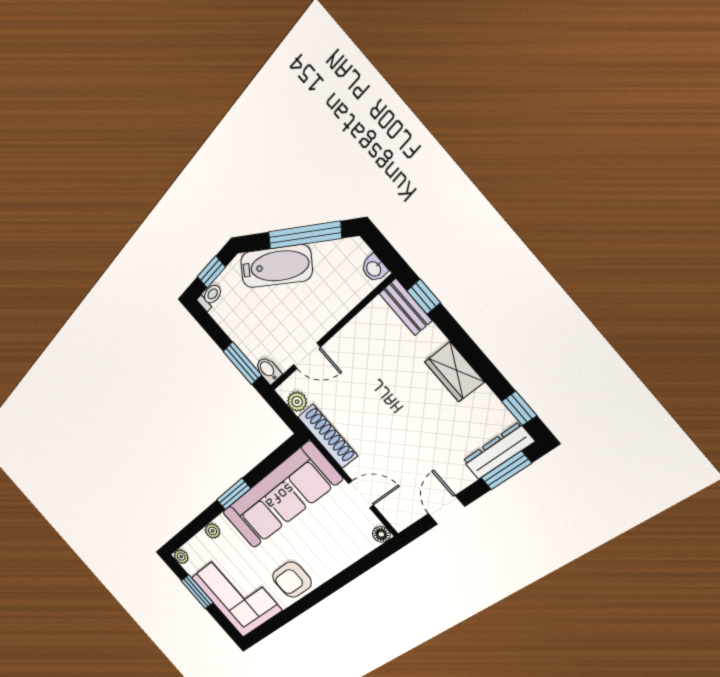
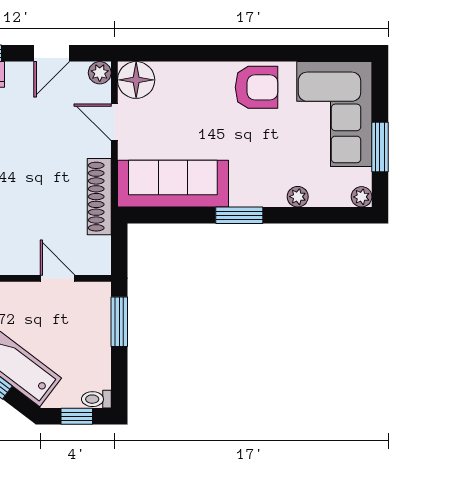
bidet: (268, 370) -> (101, 296), removed
plant: (297, 402) -> (100, 73), moved
sofa: (280, 496) -> (173, 184), width x0.74, depth x0.79
floor lamp: (381, 534) -> (136, 80), width x1.89, depth x1.89

